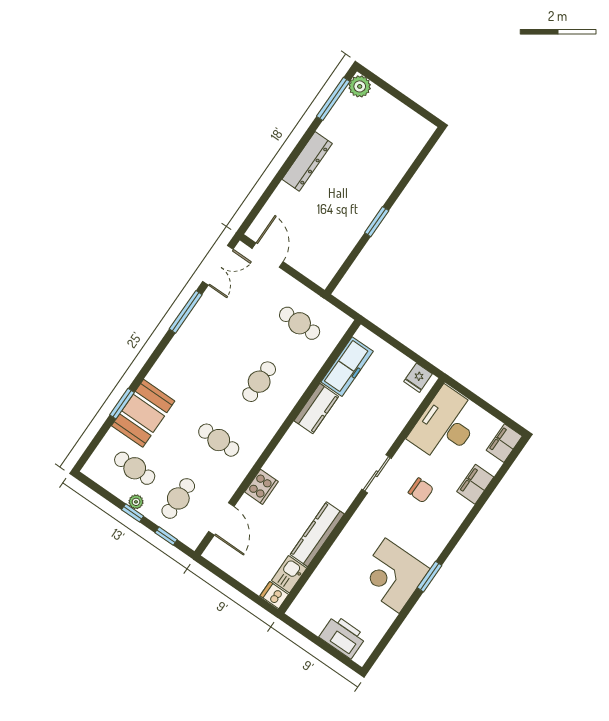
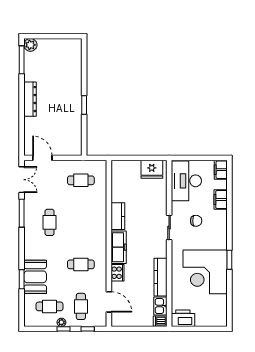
freezer: (347, 367) -> (119, 247), moved
fridge: (418, 378) -> (152, 169), width x1.88, depth x1.34
cafe table: (259, 382) -> (50, 222), moved
corner desk: (392, 576) -> (205, 272), width x1.36, depth x1.36
printer: (343, 637) -> (183, 318), moved

